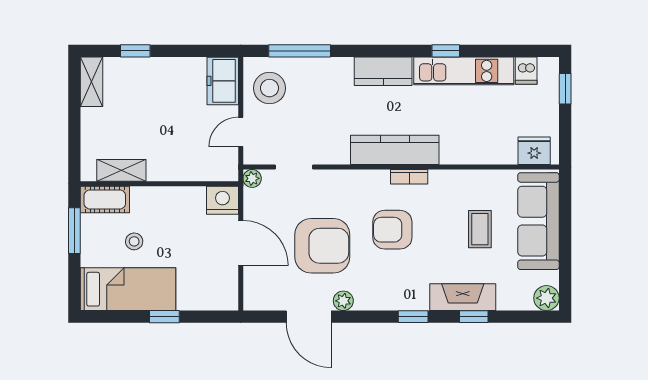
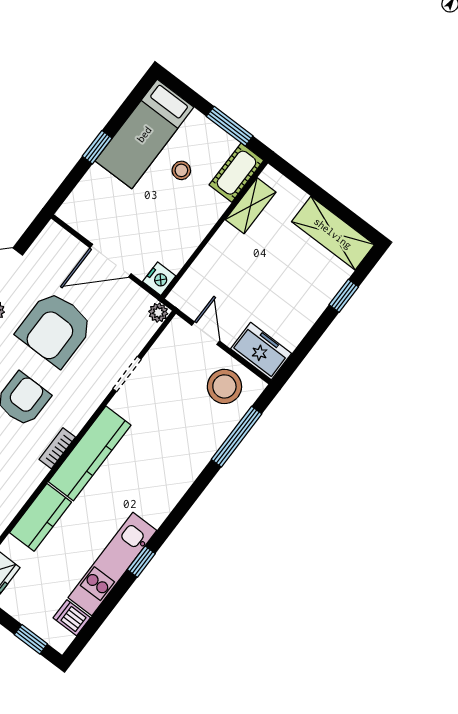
kitchen counter: (383, 71) -> (41, 517), moved, turned 180
shelving: (91, 82) -> (333, 233), width x1.50, depth x1.33
doorway: (294, 167) -> (127, 374), moved
nightstand: (222, 200) -> (159, 279), width x0.74, depth x0.75

